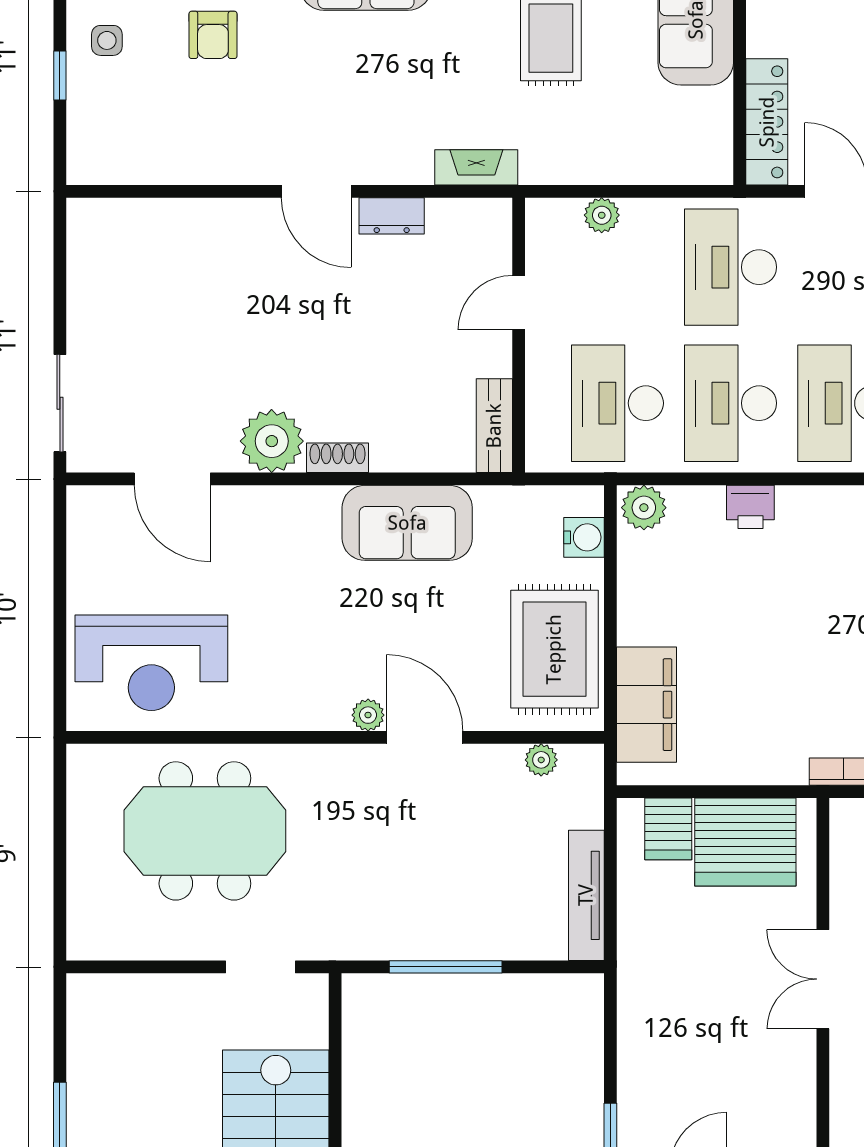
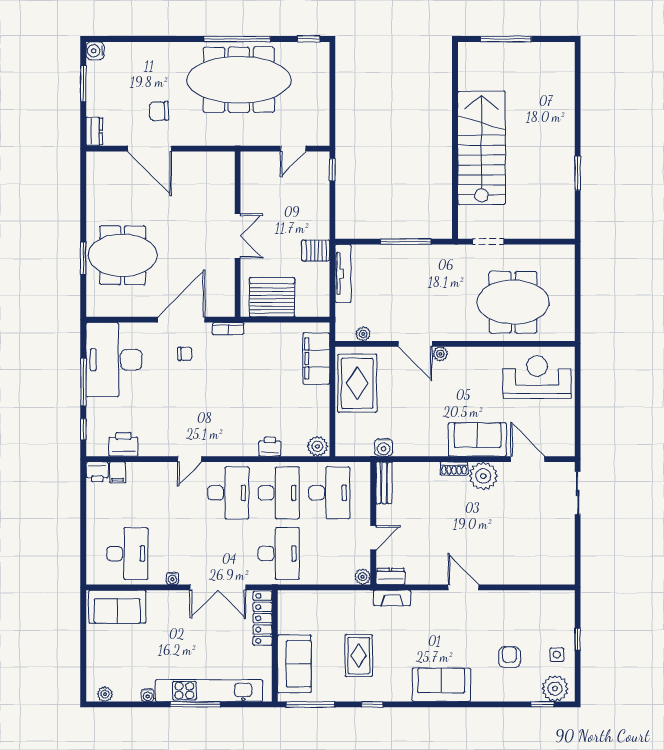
plant: (602, 215) -> (363, 577), moved
dresser: (392, 216) -> (391, 576), moved
sofa: (407, 523) -> (477, 440), moved
water cooler: (584, 537) -> (383, 447), moved, turned -90
server rack: (668, 829) -> (316, 250), moved, turned -90

